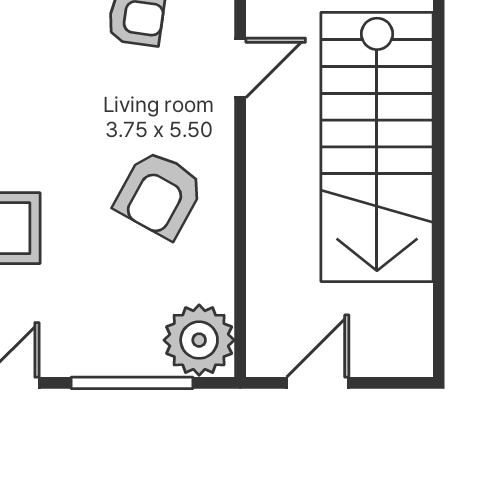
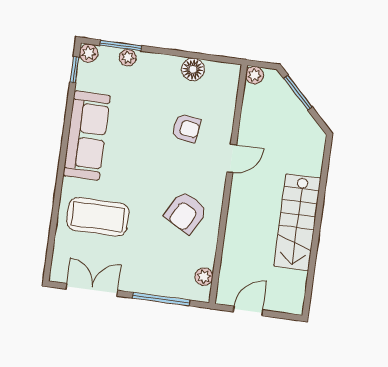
stairs: (377, 147) -> (297, 222), width x0.73, depth x0.66
plant: (199, 340) -> (204, 277), width x0.53, depth x0.53

